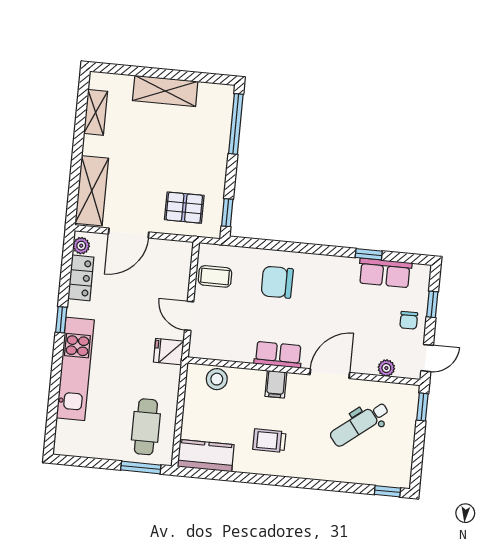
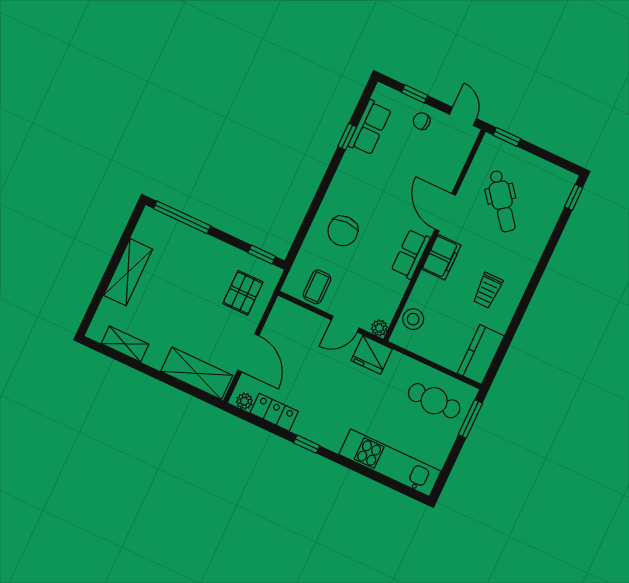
chair: (409, 320) -> (422, 121), turned 180
fridge: (169, 352) -> (372, 355), width x1.38
plant: (386, 368) -> (379, 328), moved
kitchen unit: (75, 369) -> (390, 463), moved
filing cabinet: (276, 384) -> (441, 257), width x2.00

